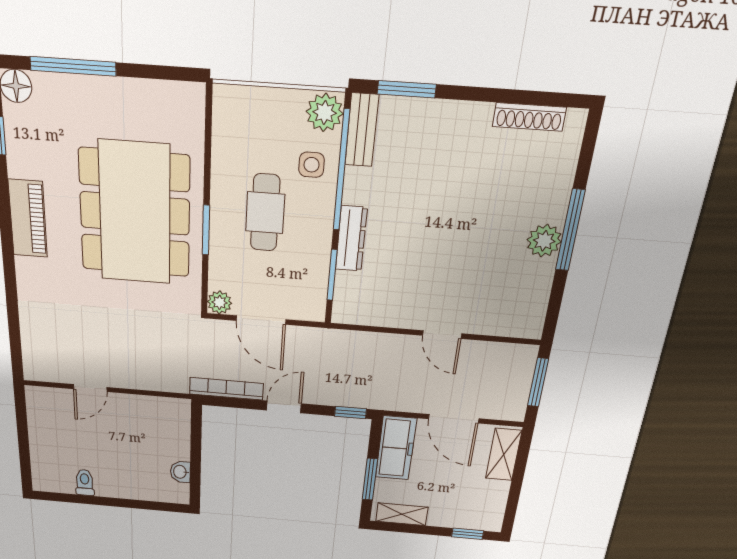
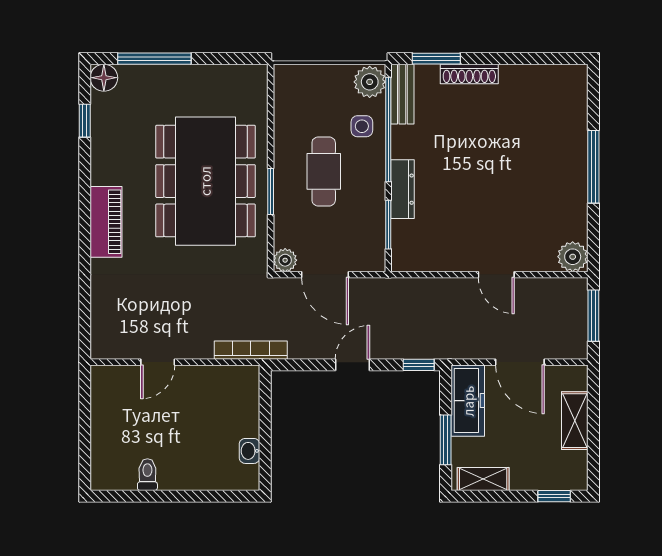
shoe rack: (529, 117) -> (469, 74), moved
piano: (28, 219) -> (106, 222), moved
plant: (544, 241) -> (573, 257), moved
bookcase: (226, 389) -> (251, 350), moved
shelving: (504, 454) -> (575, 421), moved

